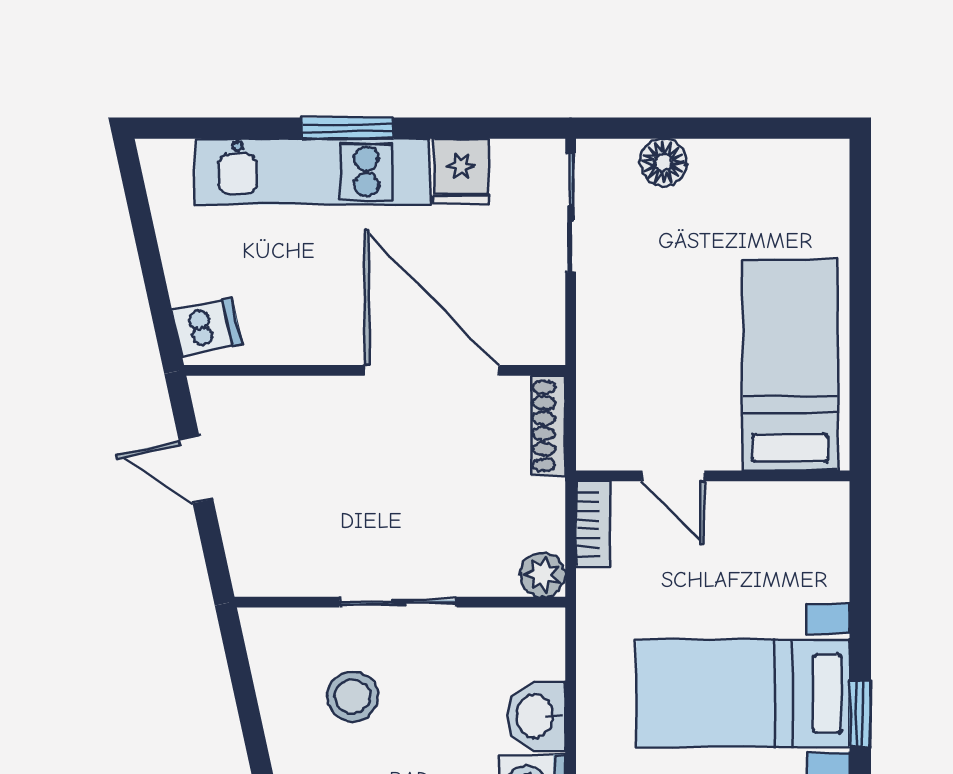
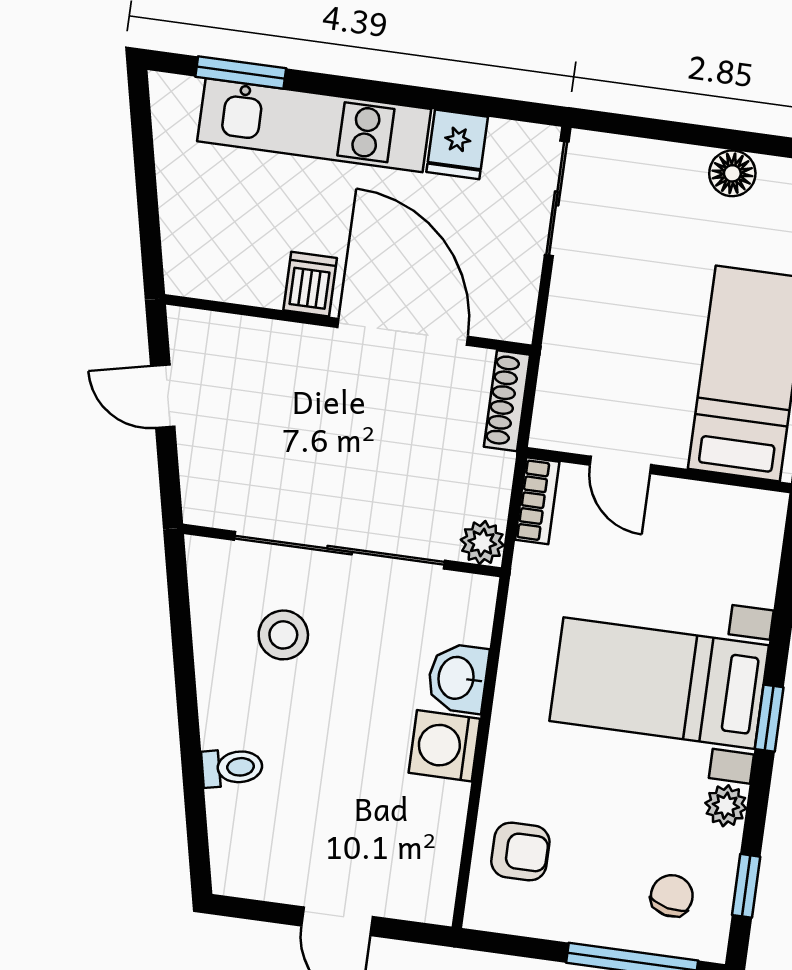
window: (347, 128) -> (241, 72), moved
floor lamp: (663, 162) -> (732, 173), moved
dishwasher: (207, 327) -> (310, 284), moved, turned -78
sliding door: (398, 602) -> (340, 550), width x1.86

